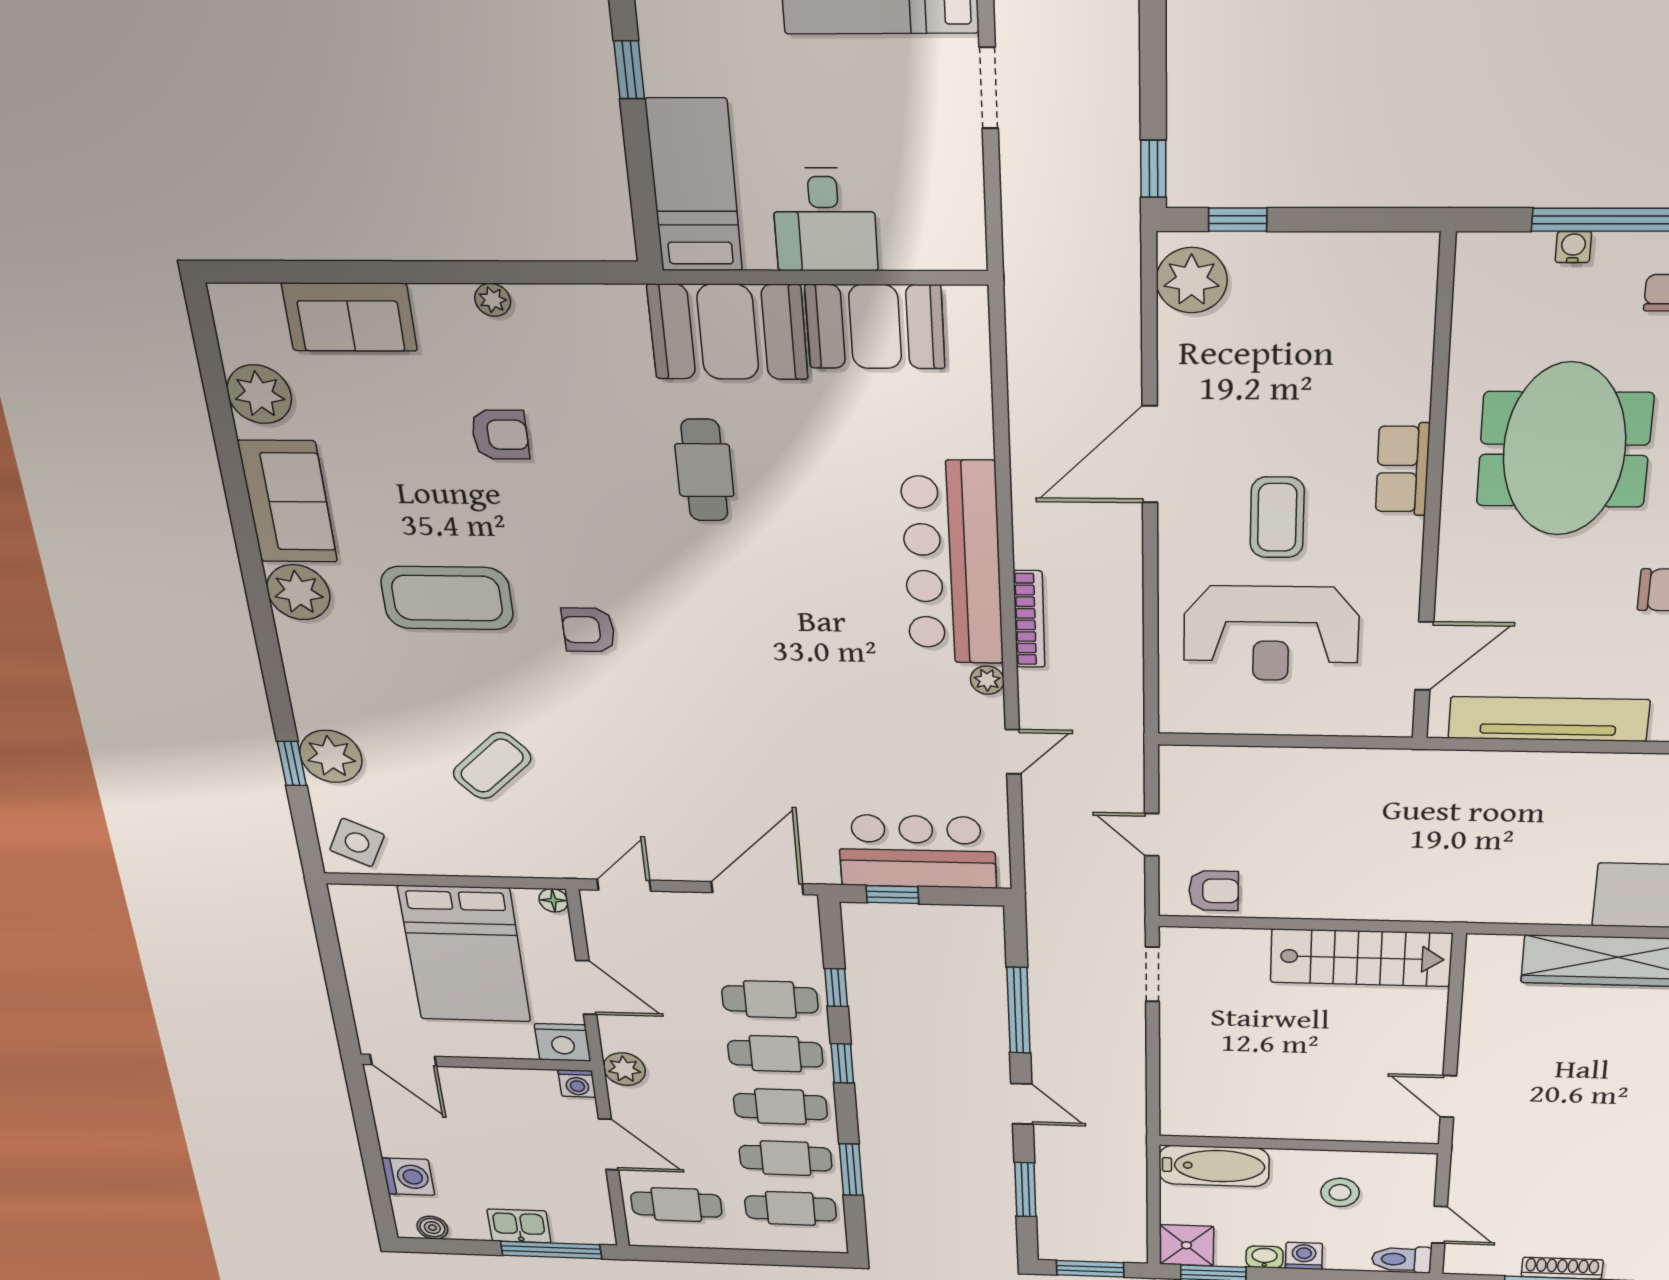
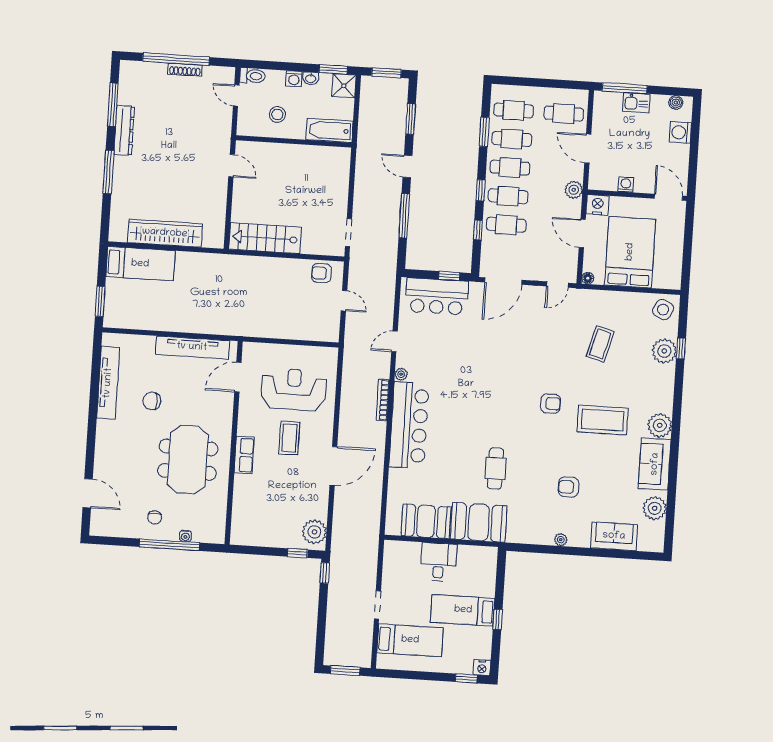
bed: (694, 186) -> (463, 610), moved, turned 90
coffee table: (492, 766) -> (600, 344), turned -32
washing machine: (577, 1083) -> (626, 185), moved

